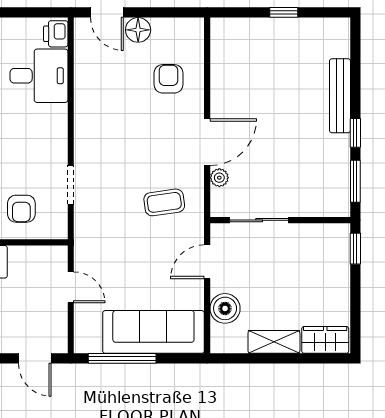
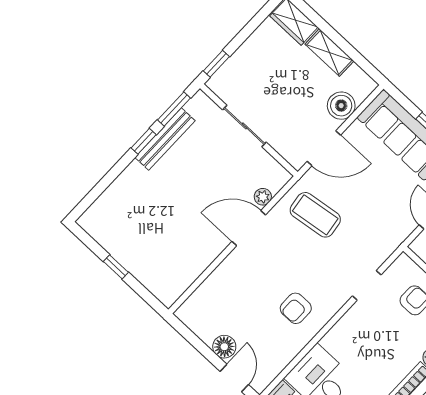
armchair: (168, 79) -> (296, 308), moved
bench: (340, 96) -> (165, 139), moved
coffee table: (164, 202) -> (315, 215), width x1.36, depth x1.30
sliding door: (259, 220) -> (244, 126), moved
door: (207, 262) -> (324, 148), width x1.37

